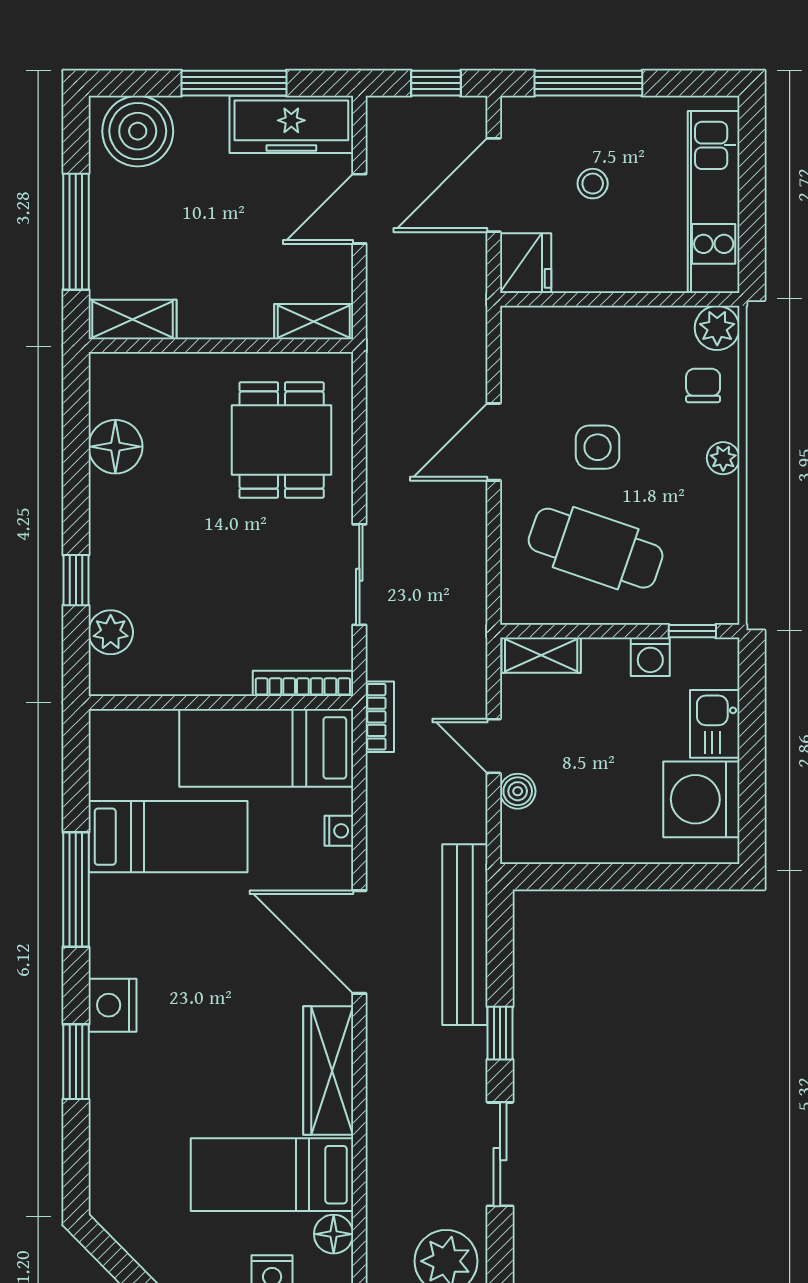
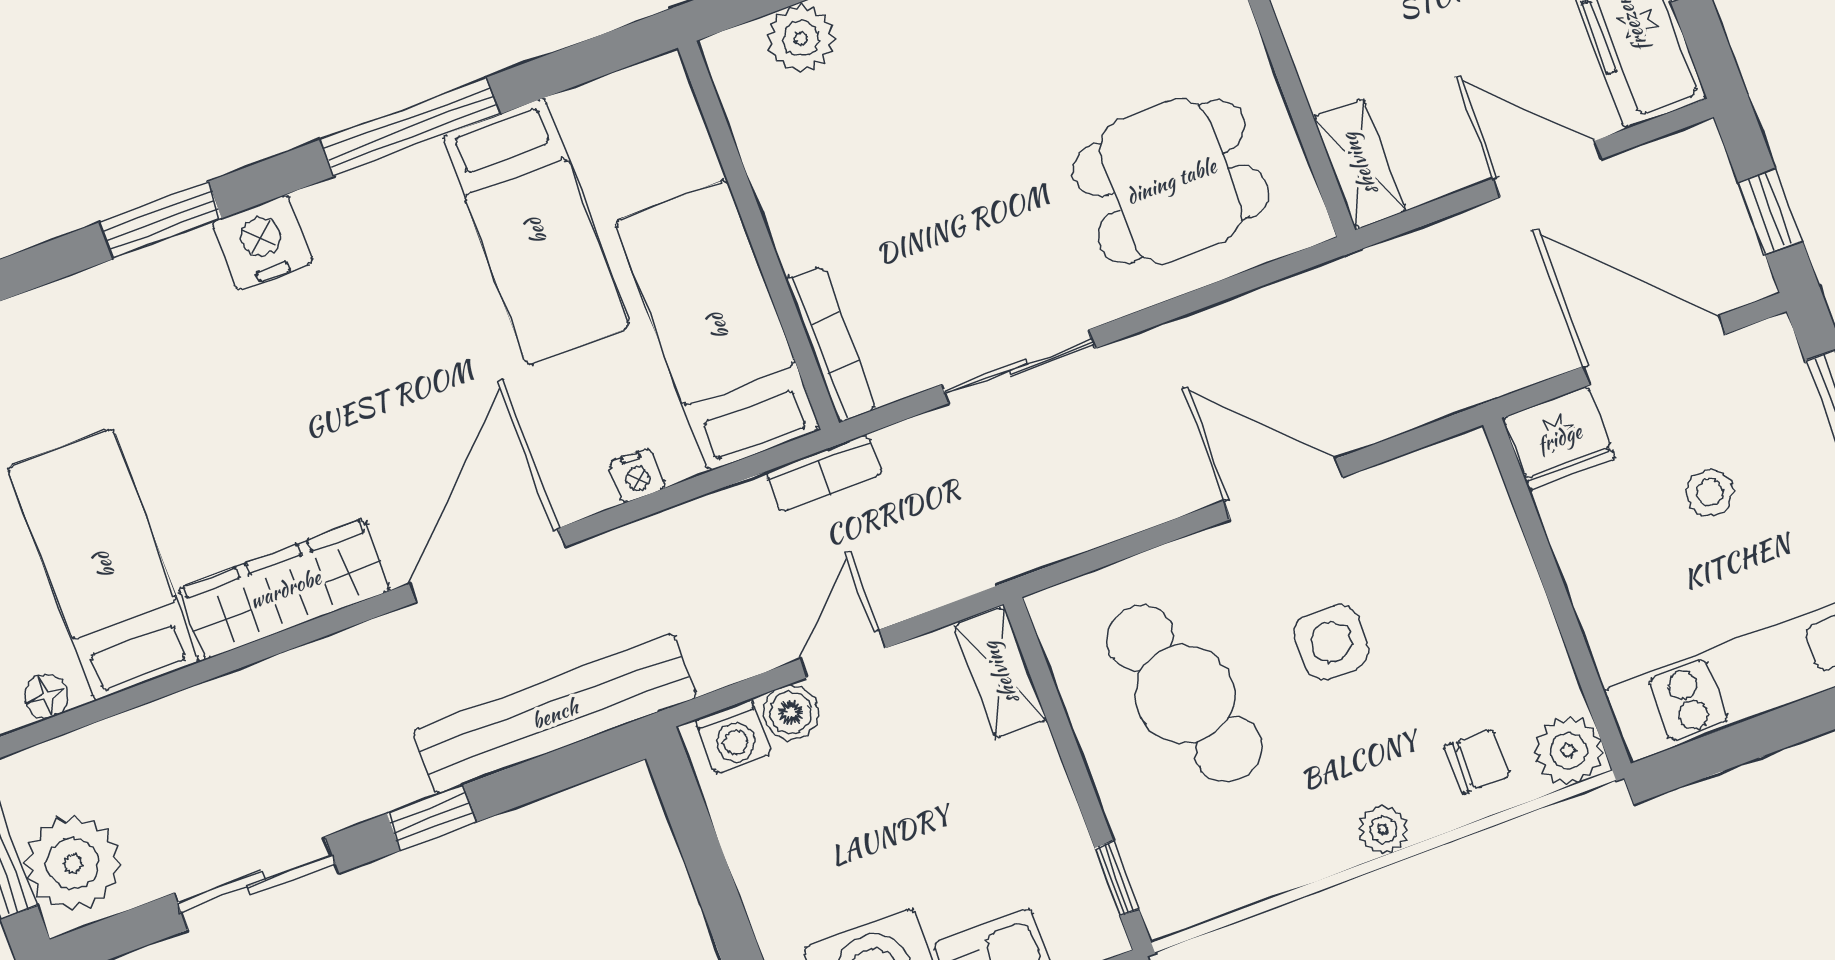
cafe table: (596, 548) -> (1184, 694), turned -37
washing machine: (650, 657) -> (733, 737), moved, turned -90
floor lamp: (334, 1234) -> (46, 696), width x0.73, depth x0.73

